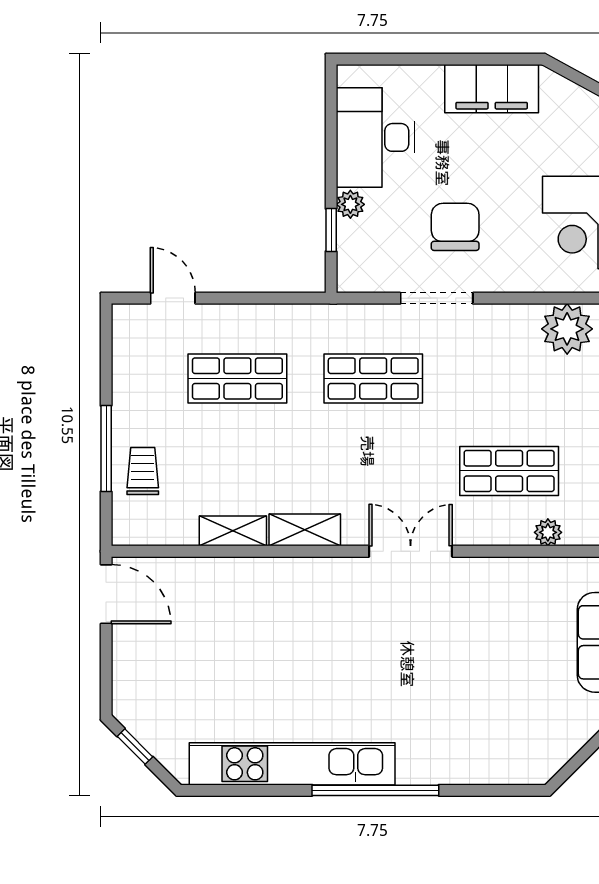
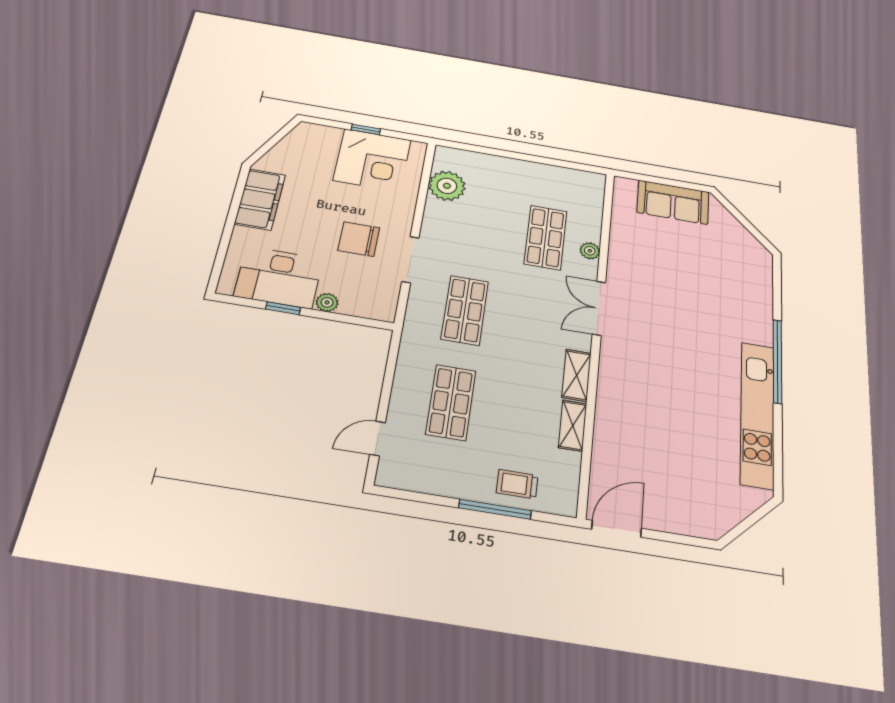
window: (331, 230) -> (283, 308), moved
plant: (548, 532) -> (590, 251), moved
window: (135, 747) -> (743, 526), removed

